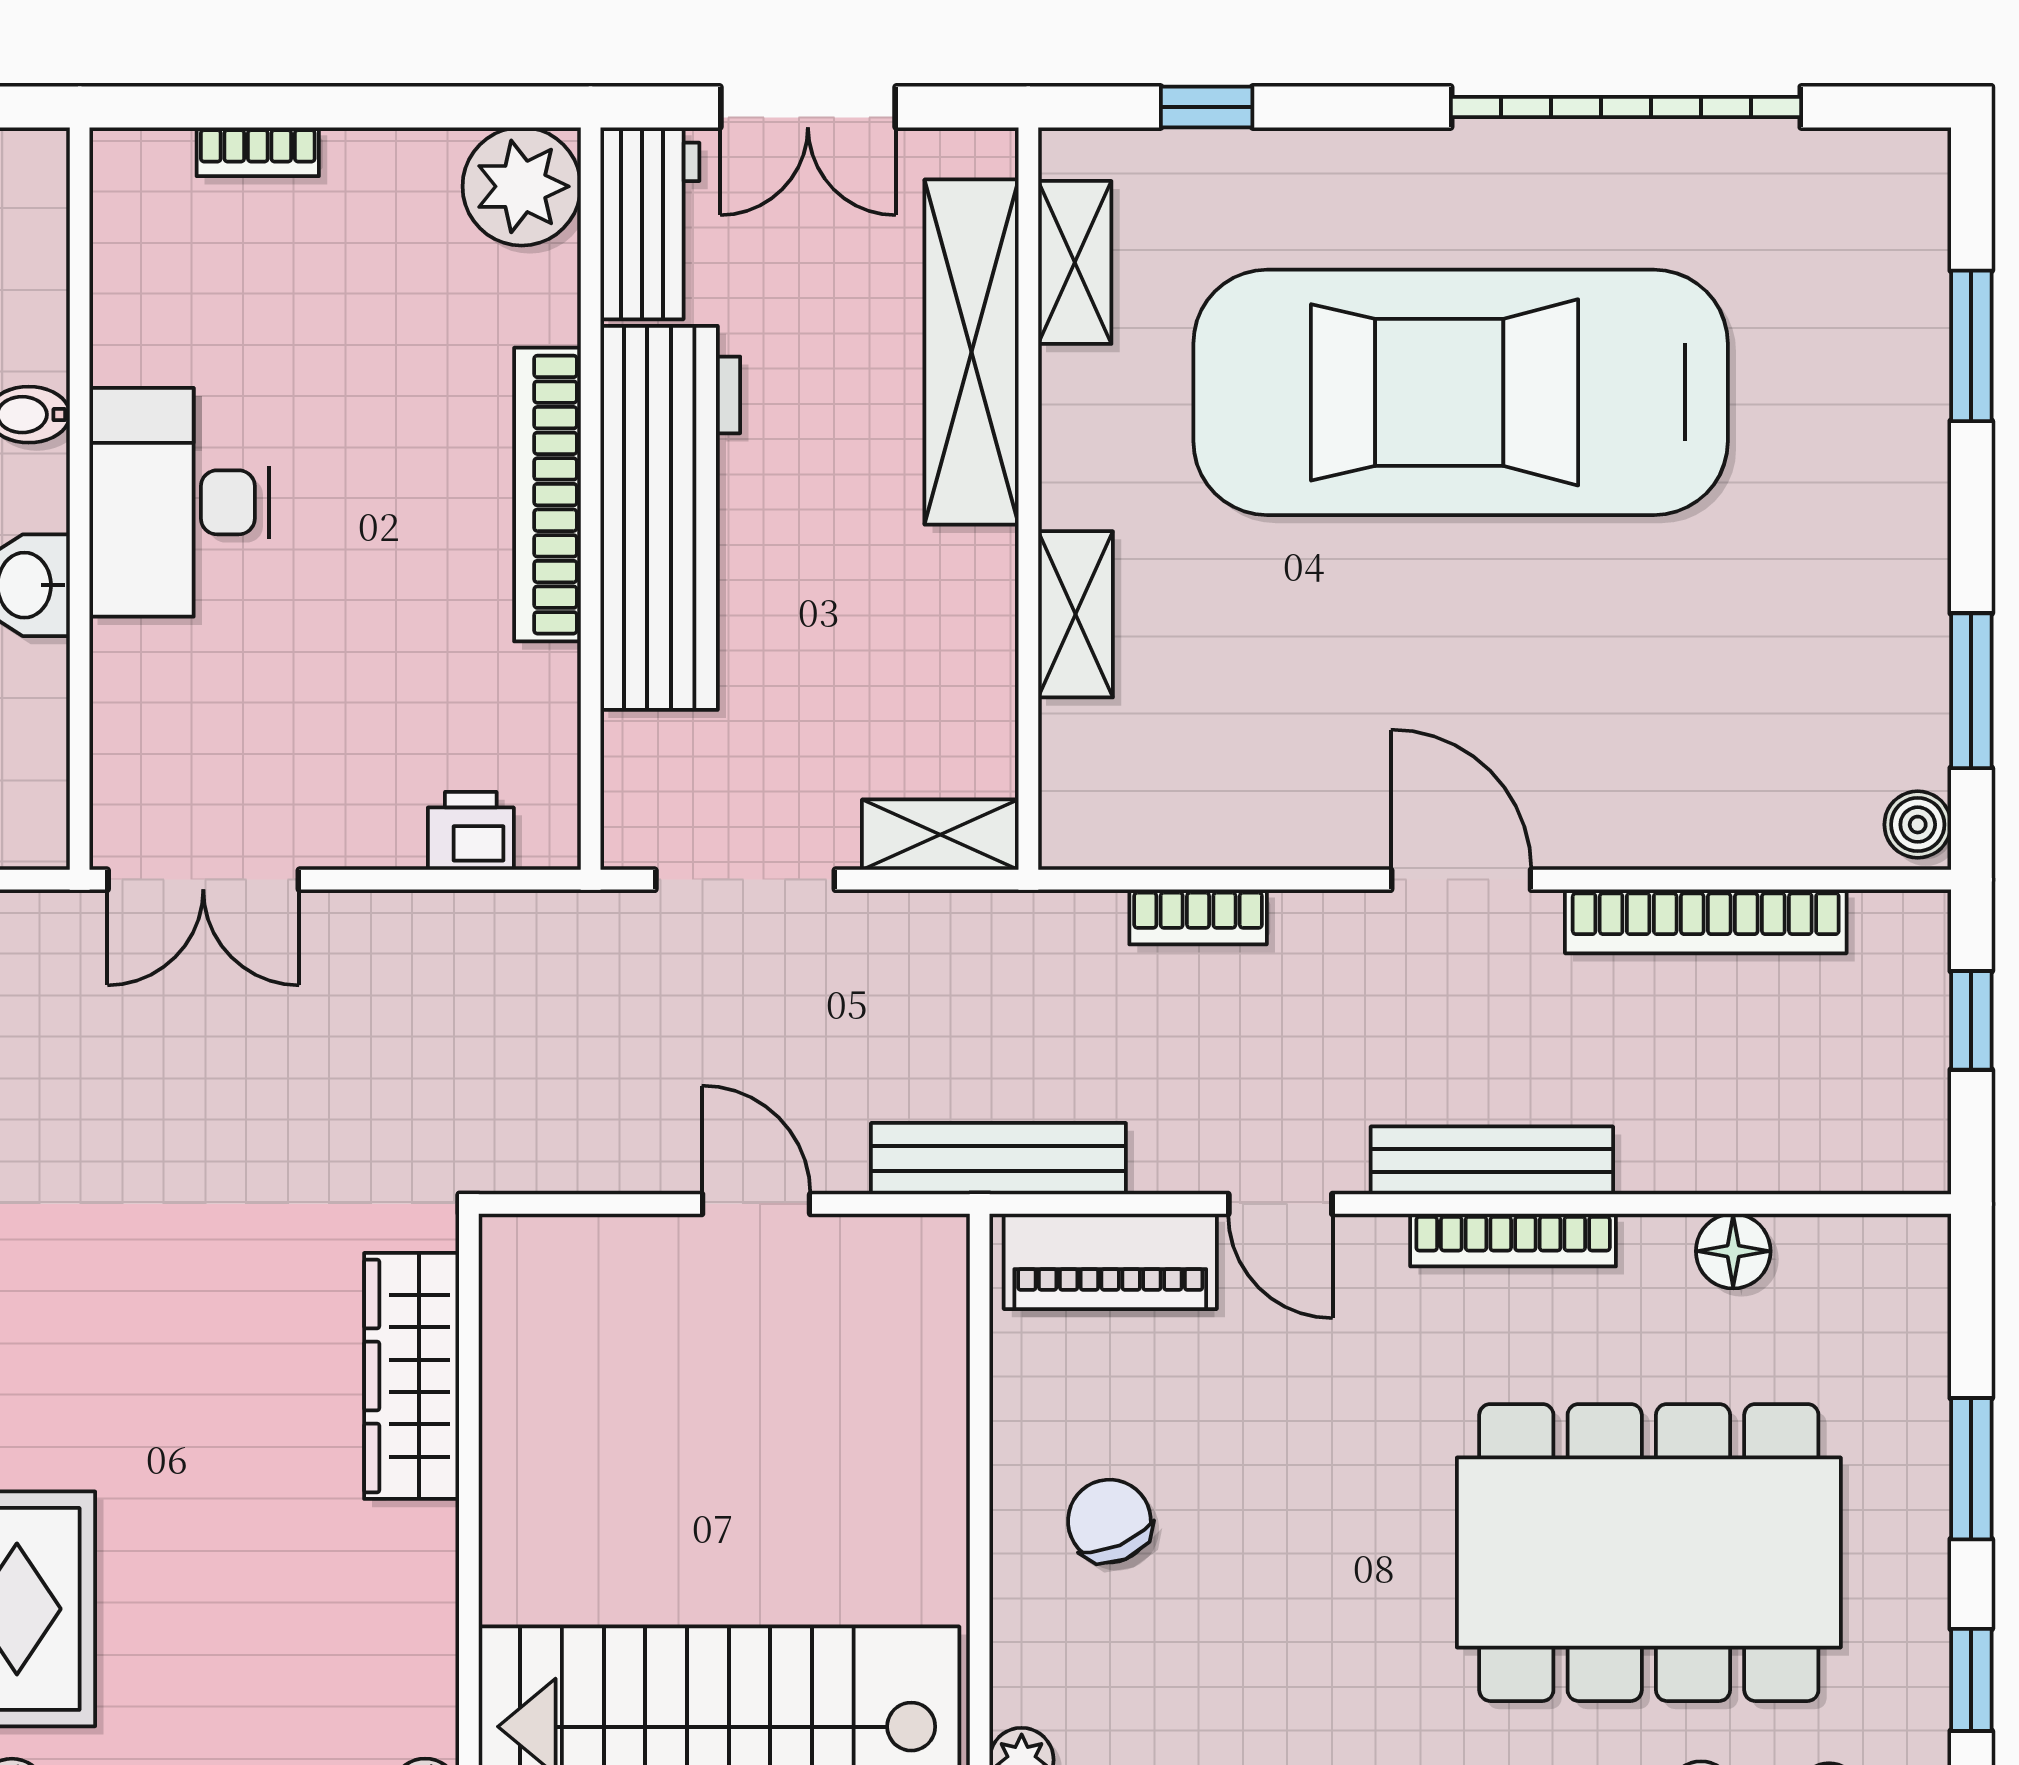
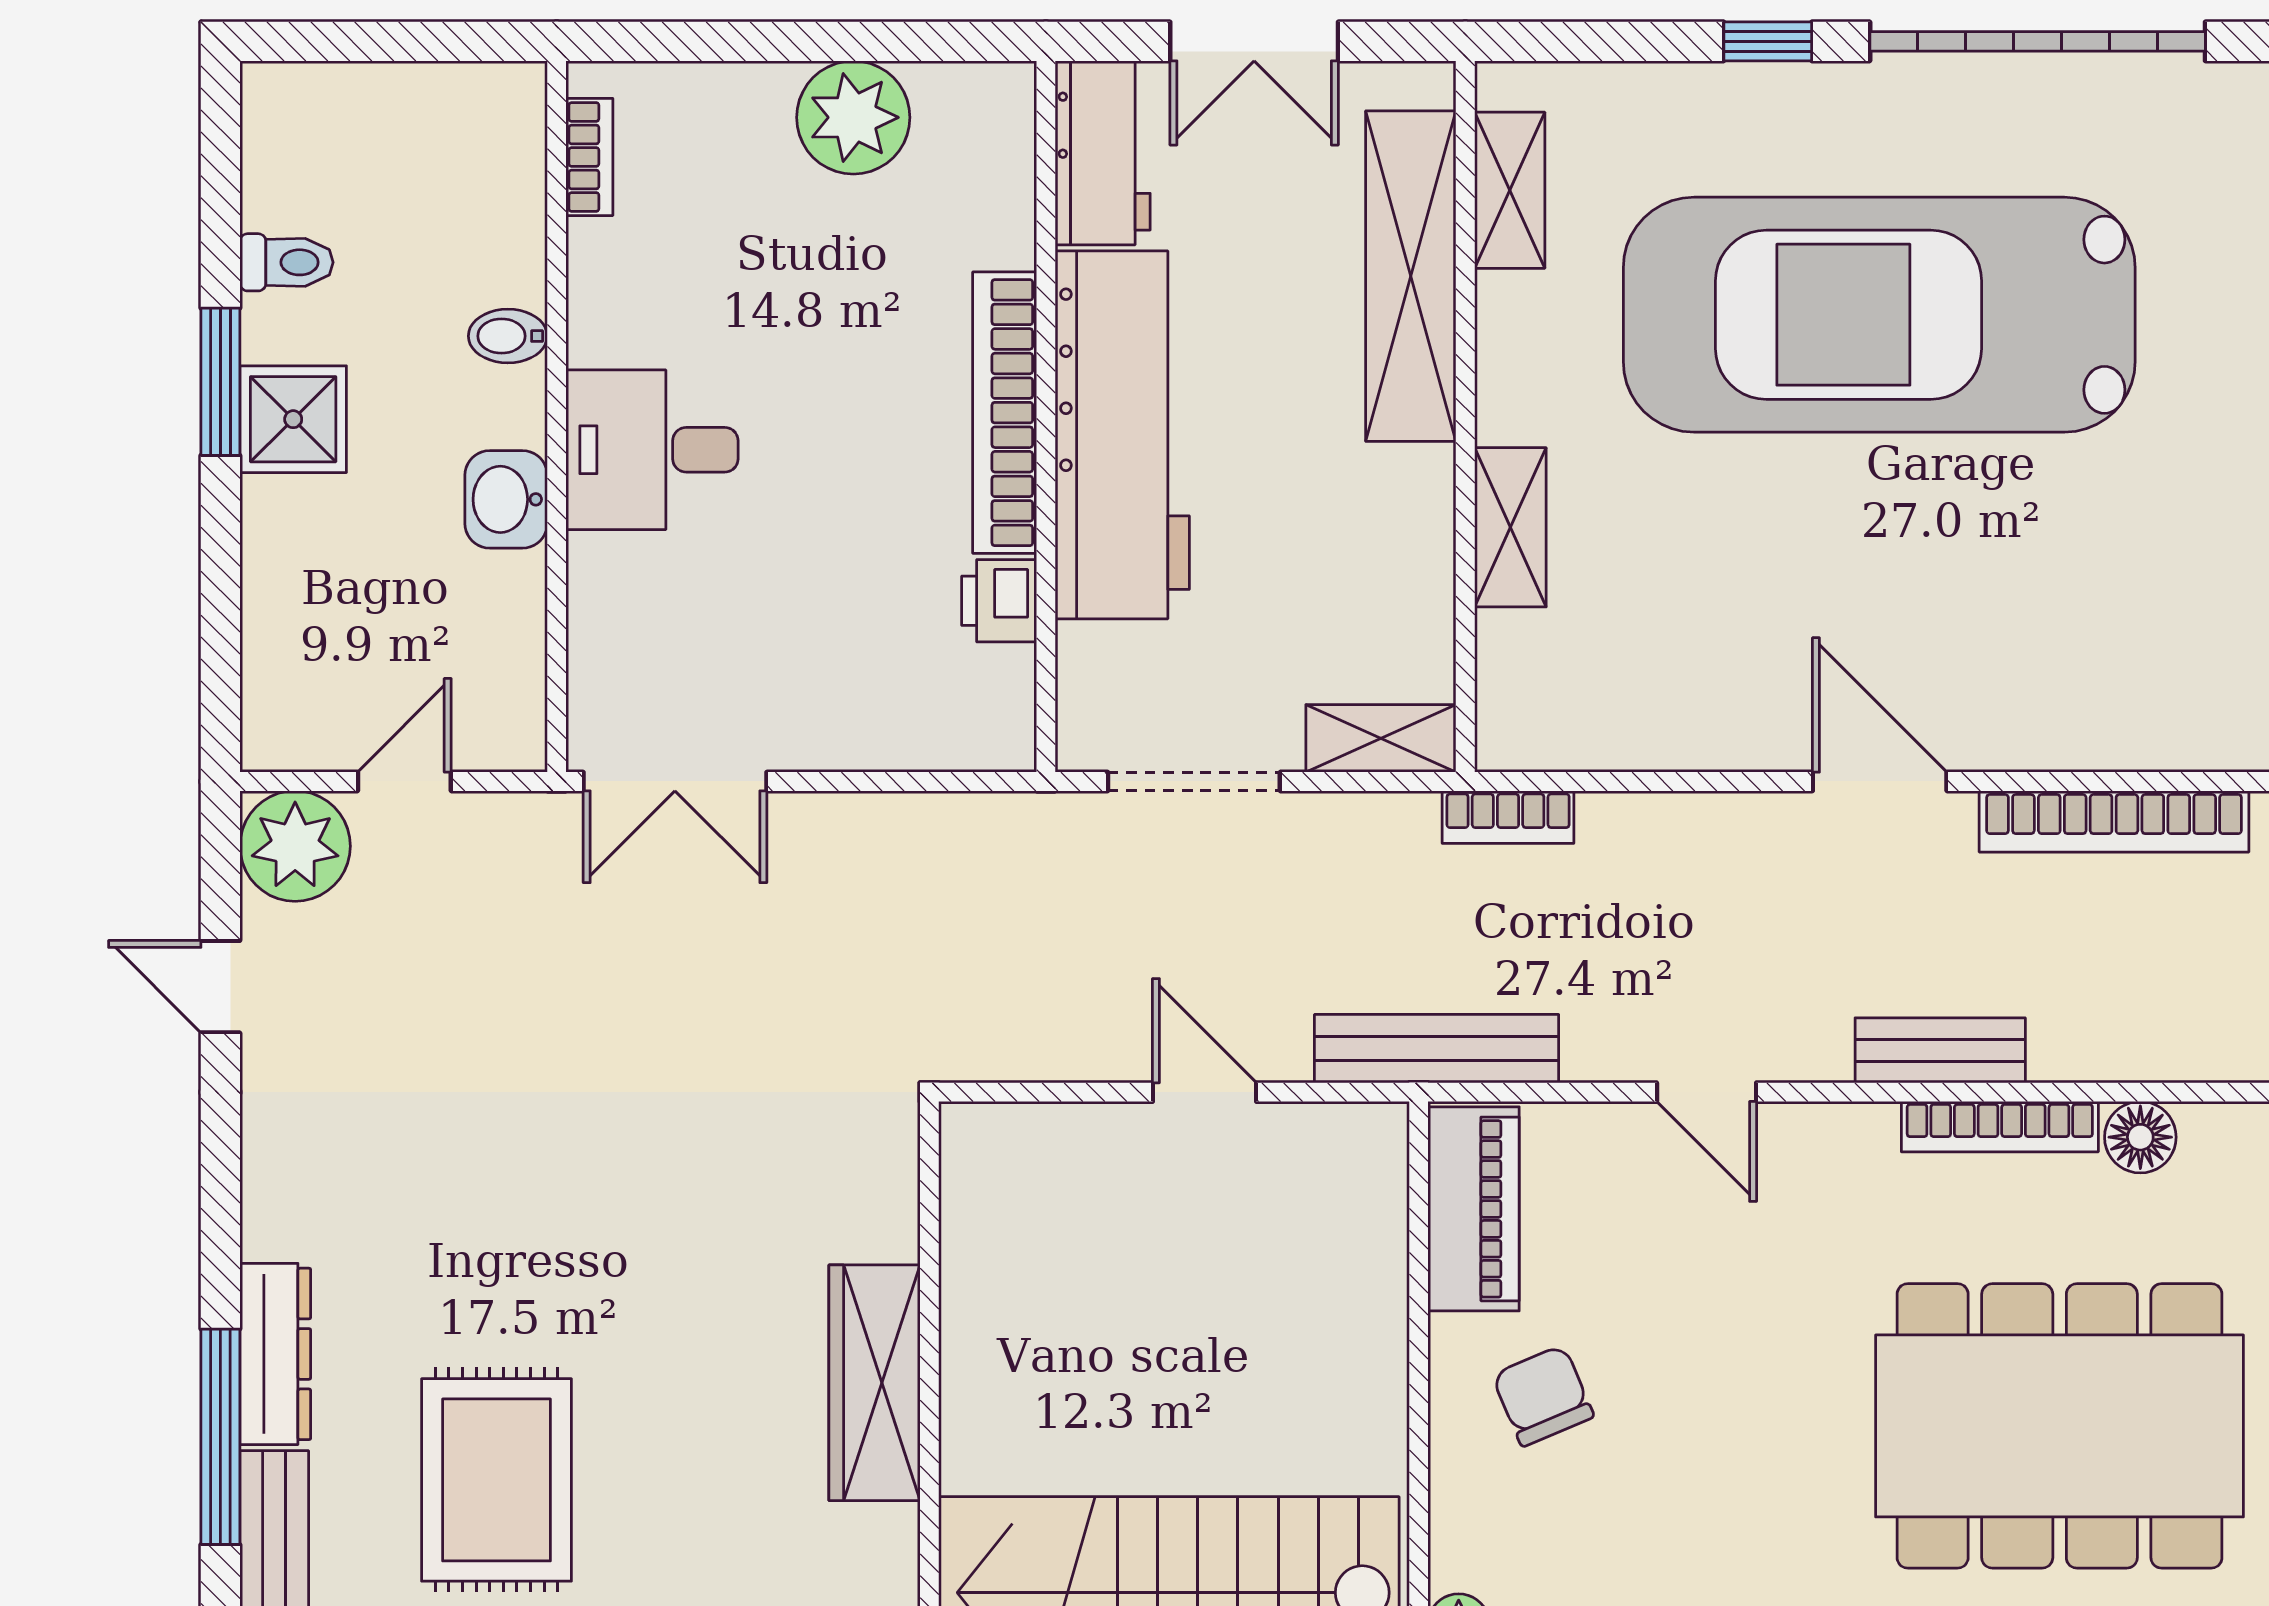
window: (1207, 107) -> (1768, 41), moved
bookcase: (258, 152) -> (589, 157), moved, turned -90
plant: (522, 186) -> (853, 117), moved
desk: (179, 502) -> (652, 450), width x0.73
printer: (471, 831) -> (999, 601), moved, turned -90
bookcase: (1198, 917) -> (1508, 817), moved
bench: (1492, 1160) -> (1940, 1050), width x0.73
bookcase: (1513, 1240) -> (2000, 1127), moved
piano: (1110, 1261) -> (1474, 1209), moved, turned -90
wardrobe: (412, 1376) -> (875, 1383), moved

